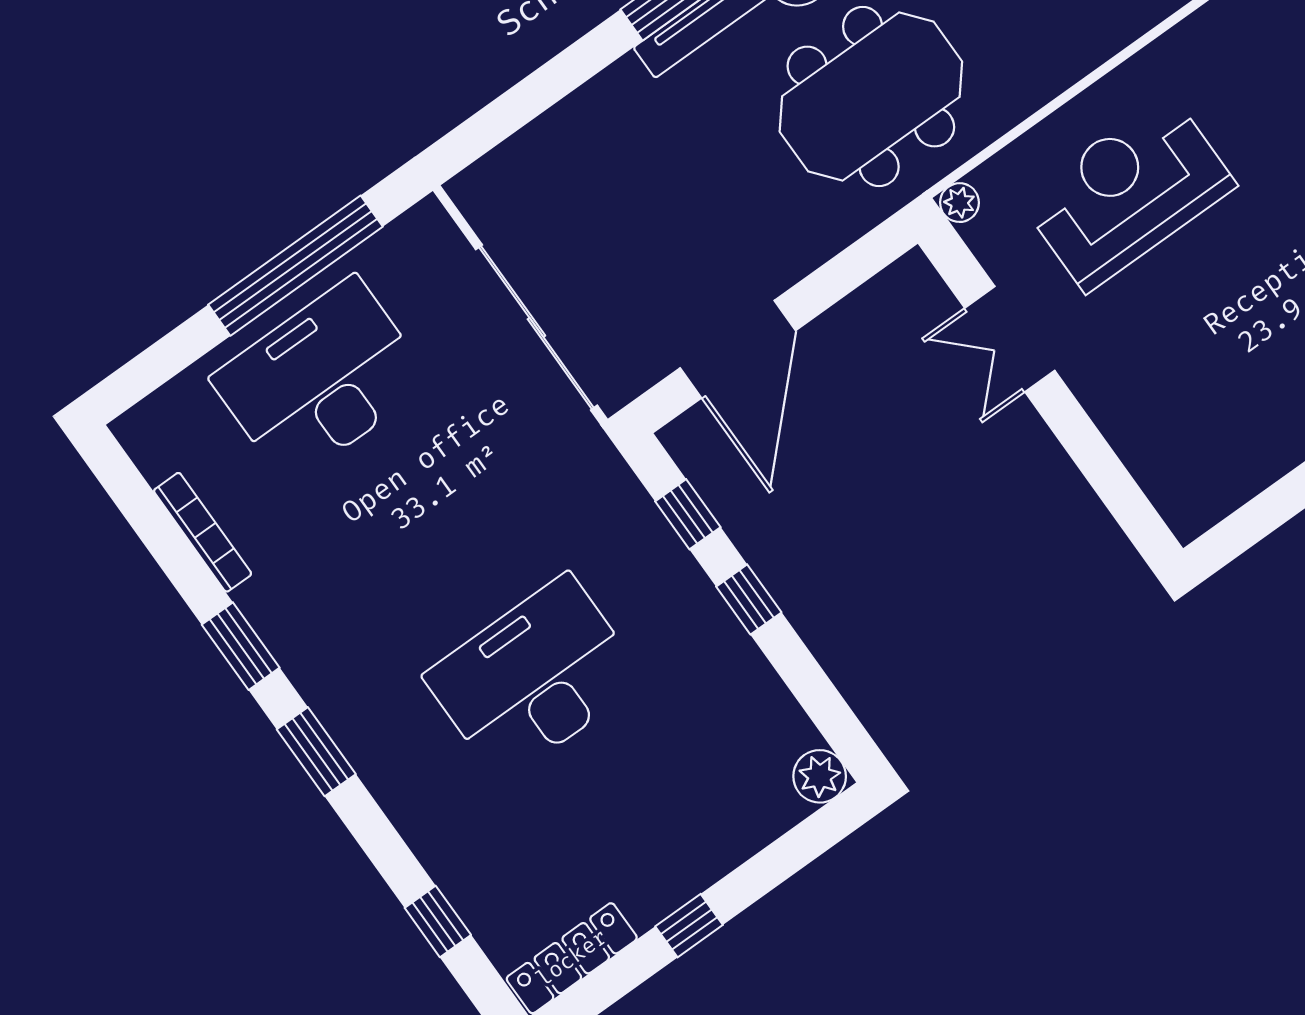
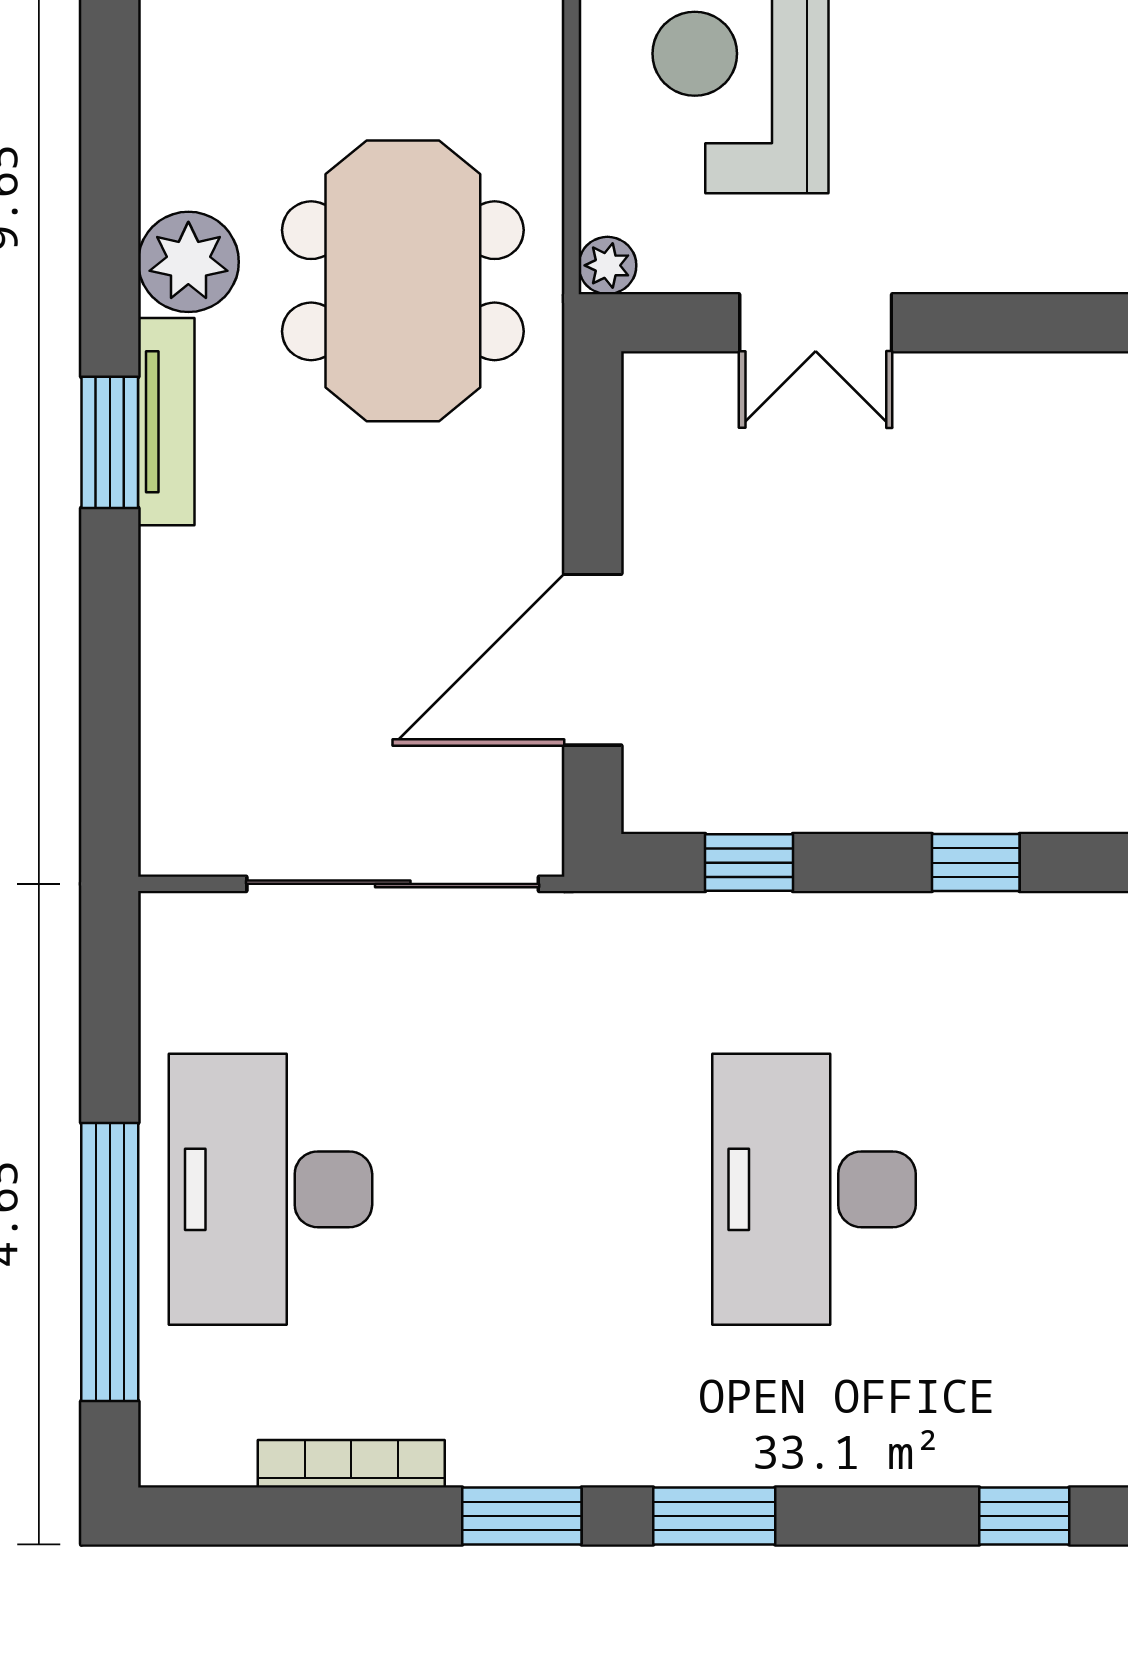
window: (295, 266) -> (110, 1262), moved
door: (738, 349) -> (593, 660), swing flipped
window: (749, 599) -> (976, 863), moved

